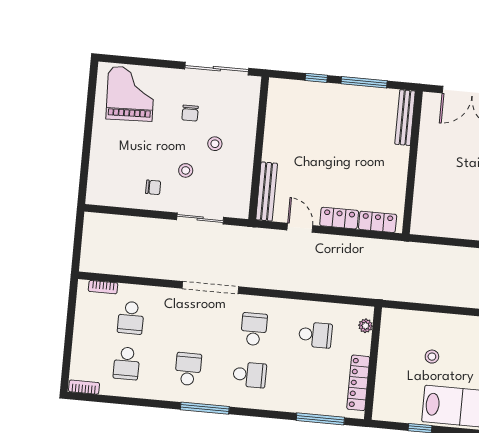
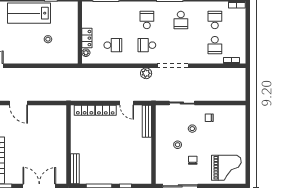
grand piano: (130, 94) -> (226, 168), turned -88
plant: (260, 278) -> (146, 73), added
school desk: (131, 318) -> (215, 45), turned 180
school desk: (254, 329) -> (147, 45), turned 90
school desk: (315, 335) -> (113, 45), turned 180
school desk: (250, 375) -> (147, 20), turned 90
locker: (358, 383) -> (87, 38), moved, width x0.66

